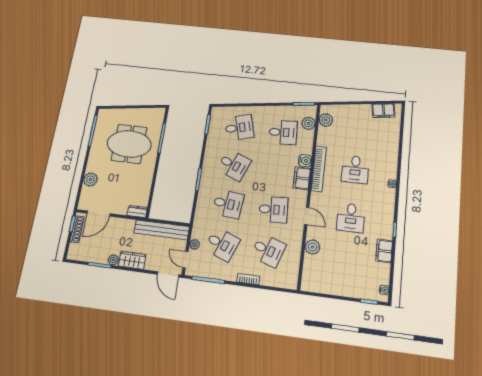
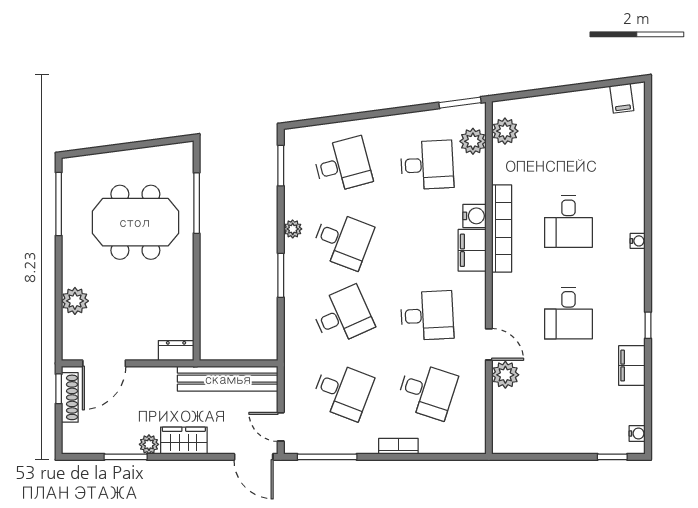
filing cabinet: (383, 111) -> (622, 98), width x0.50
desk: (228, 204) -> (343, 316), turned -30
door: (307, 216) -> (489, 344), moved
plant: (195, 244) -> (293, 229), moved

